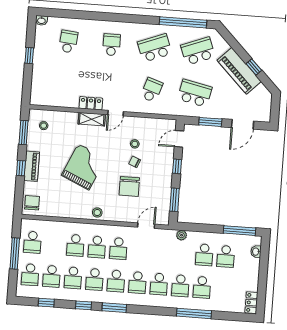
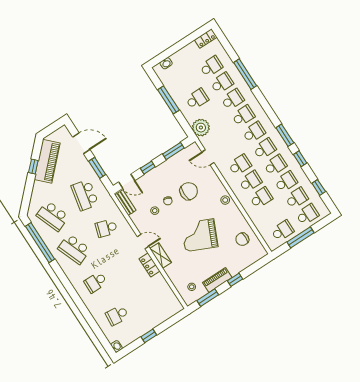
piano: (239, 71) -> (47, 161), moved
bench: (161, 124) -> (125, 203), added
piano: (32, 166) -> (217, 280), moved
chair: (32, 203) -> (242, 239), moved
window: (240, 231) -> (168, 100), moved
plant: (182, 235) -> (201, 128), width x1.87, depth x1.87
school desk: (226, 256) -> (211, 66), moved

